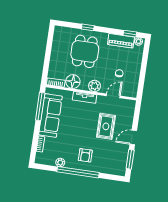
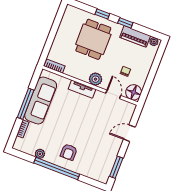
window: (130, 34) -> (125, 23), moved
floor lamp: (73, 82) -> (134, 92), moved
door: (113, 96) -> (113, 94), hinge flipped
window: (40, 106) -> (26, 104), moved
rug: (106, 126) -> (98, 126), removed
door: (133, 137) -> (129, 133), moved

